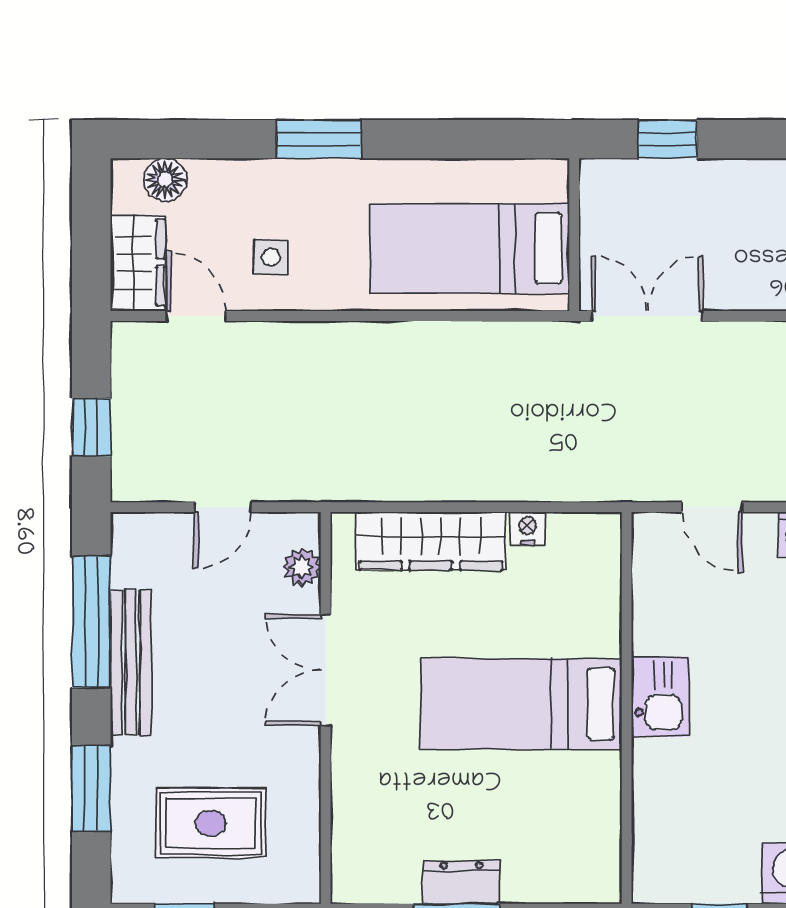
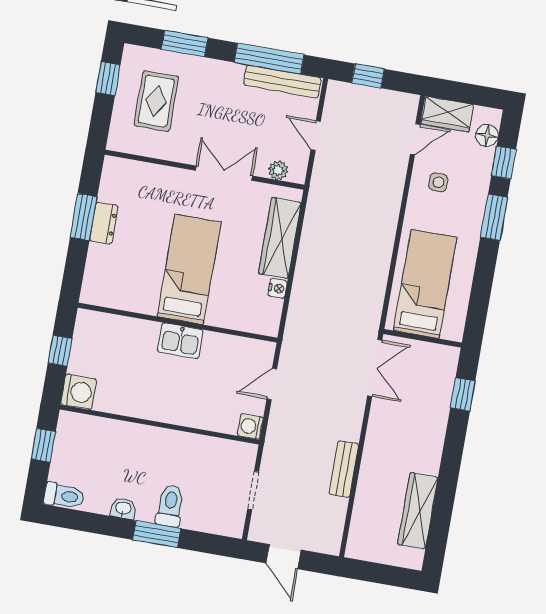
window: (211, 139) -> (504, 163), added
bench: (131, 662) -> (282, 81), moved

